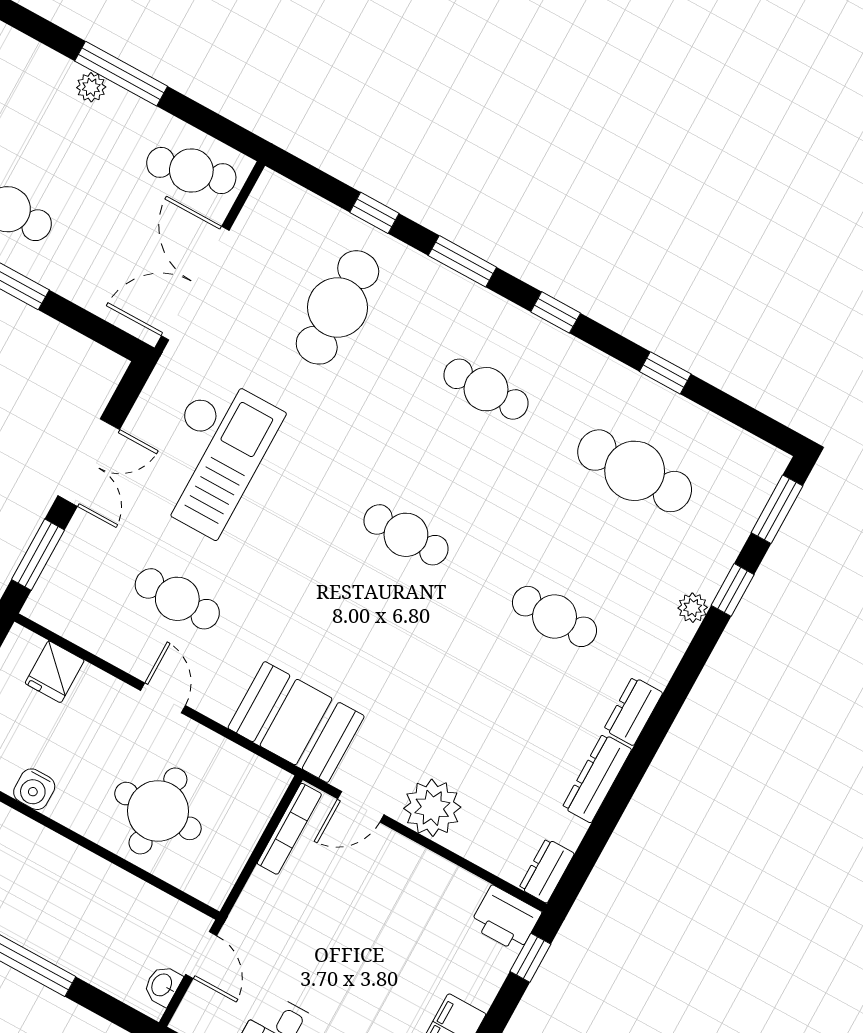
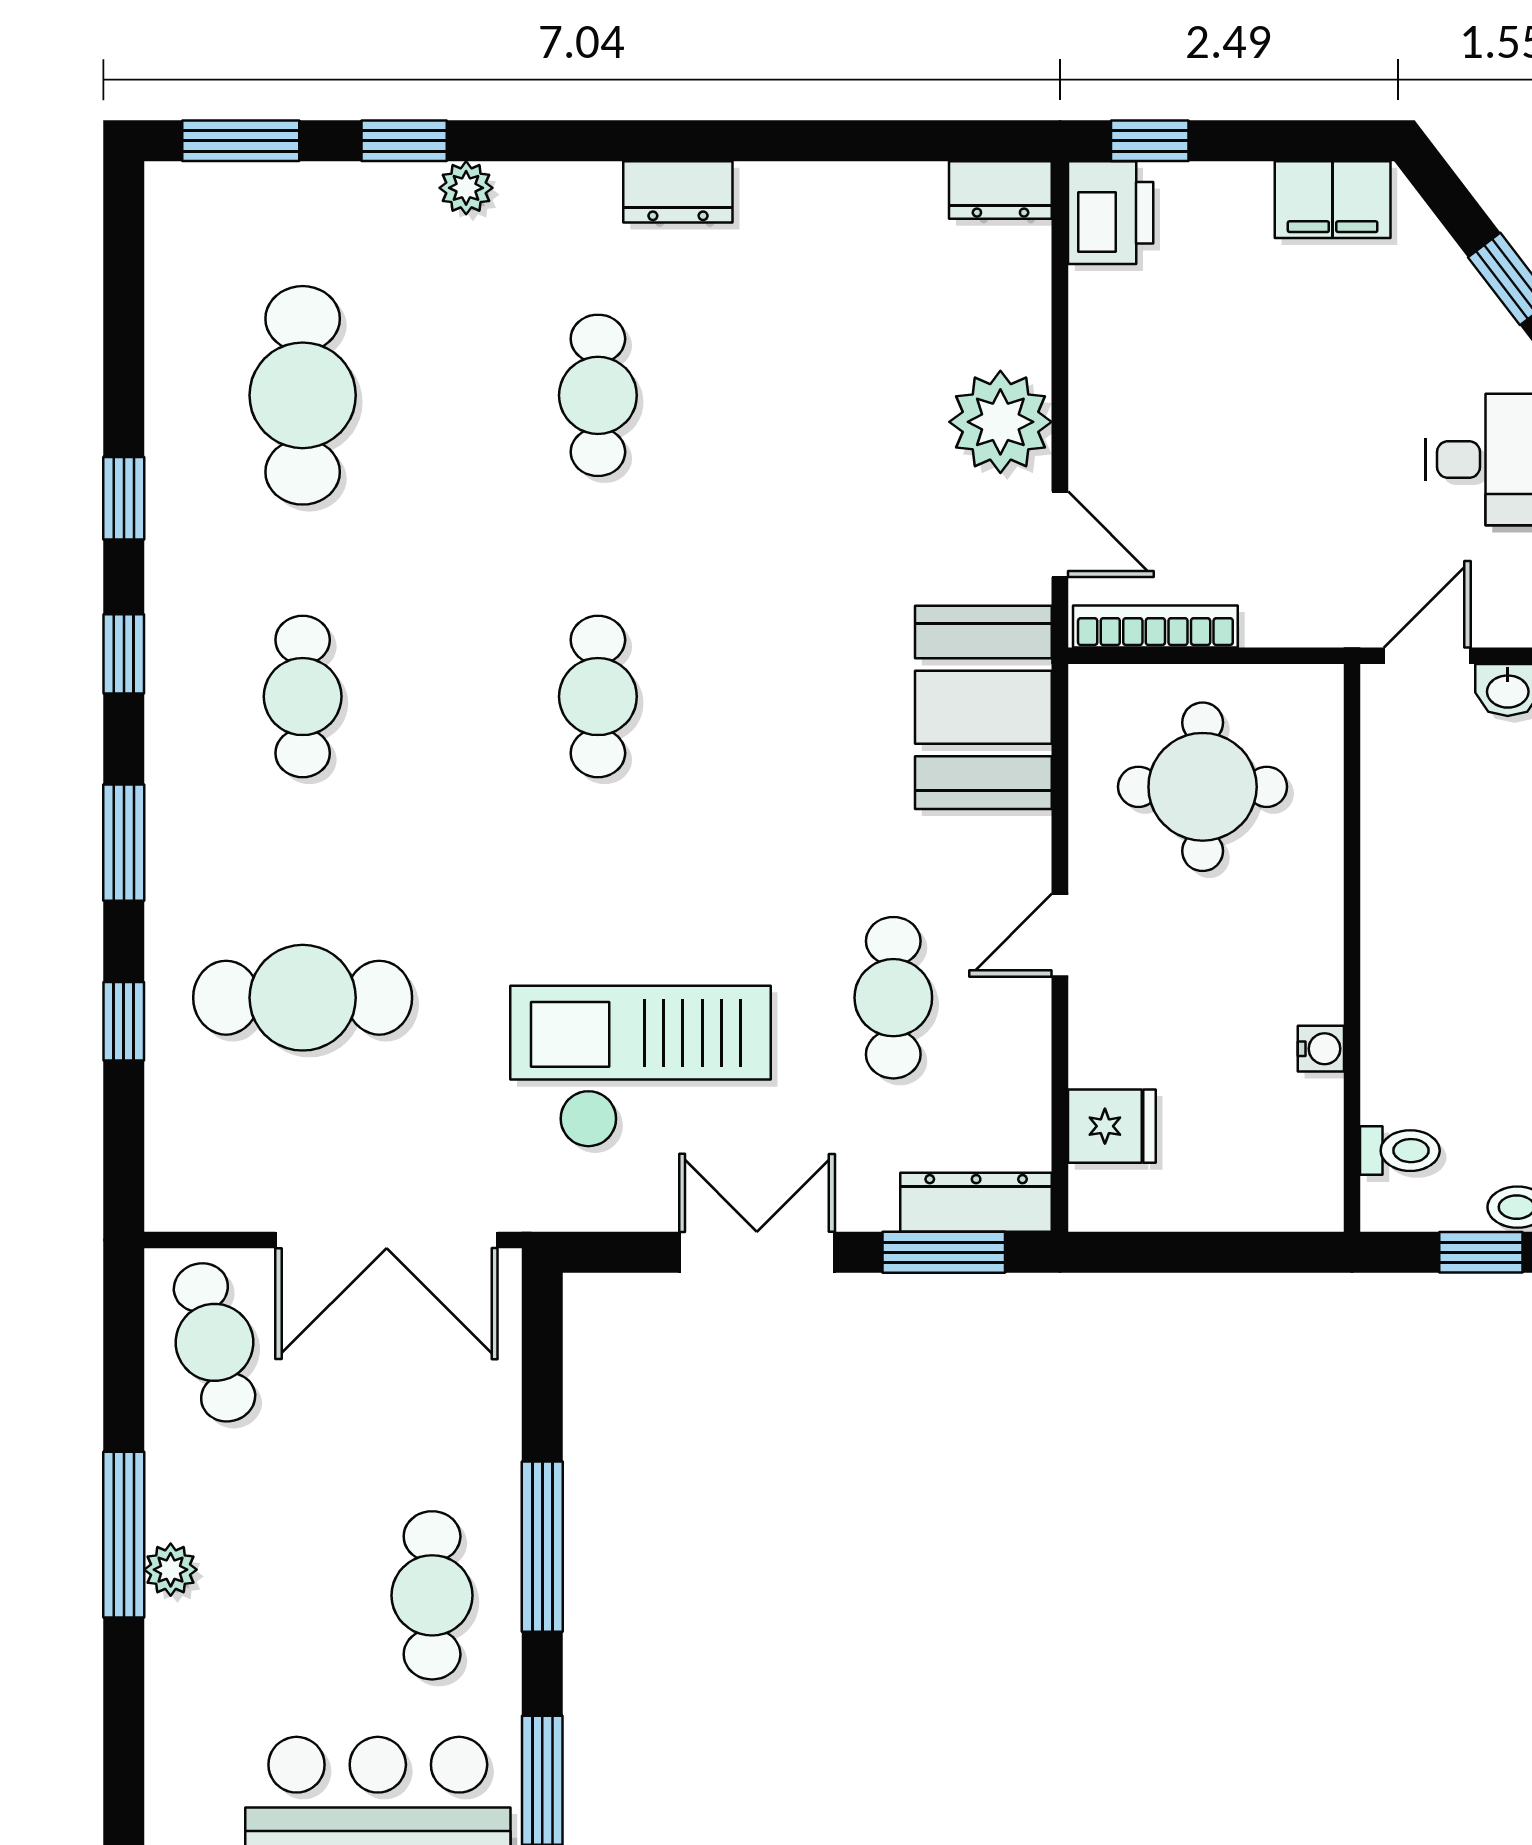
window: (665, 373) -> (124, 498), moved
dresser: (597, 778) -> (976, 1202), moved, turned 180
water cooler: (34, 789) -> (1321, 1049), width x0.72, depth x0.72
round table: (158, 811) -> (1203, 787), moved

